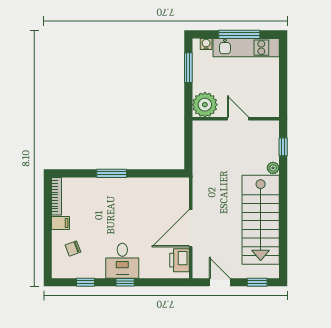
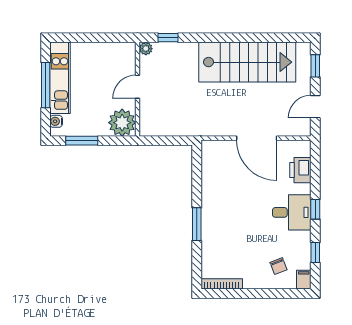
plant: (273, 168) -> (146, 49), moved
filing cabinet: (61, 223) -> (304, 280), moved
printer: (179, 260) -> (300, 170), moved, turned 90

